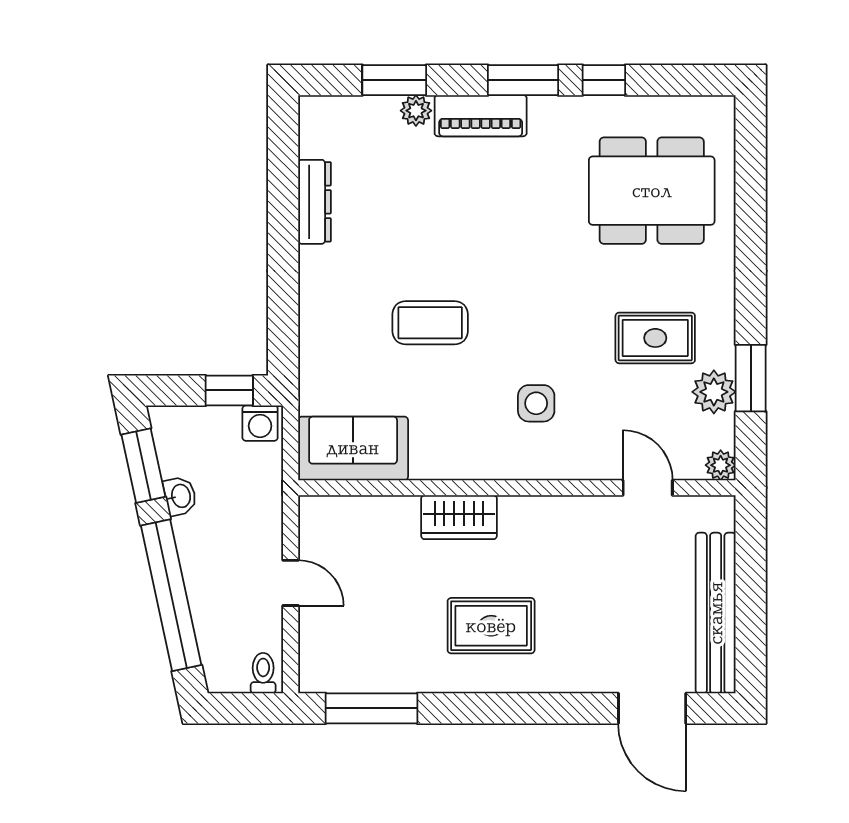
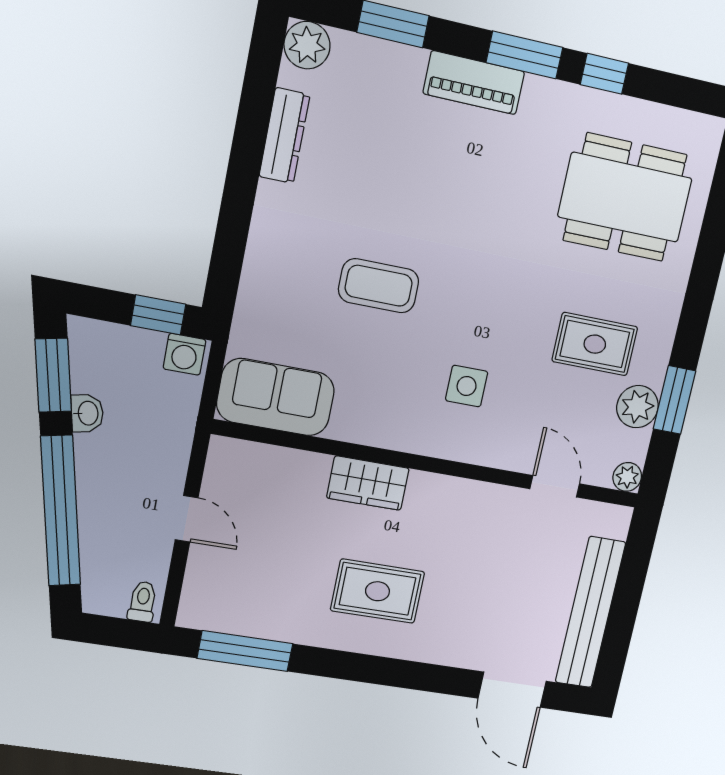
plant: (416, 111) -> (307, 45), moved, width x1.38, depth x1.38

